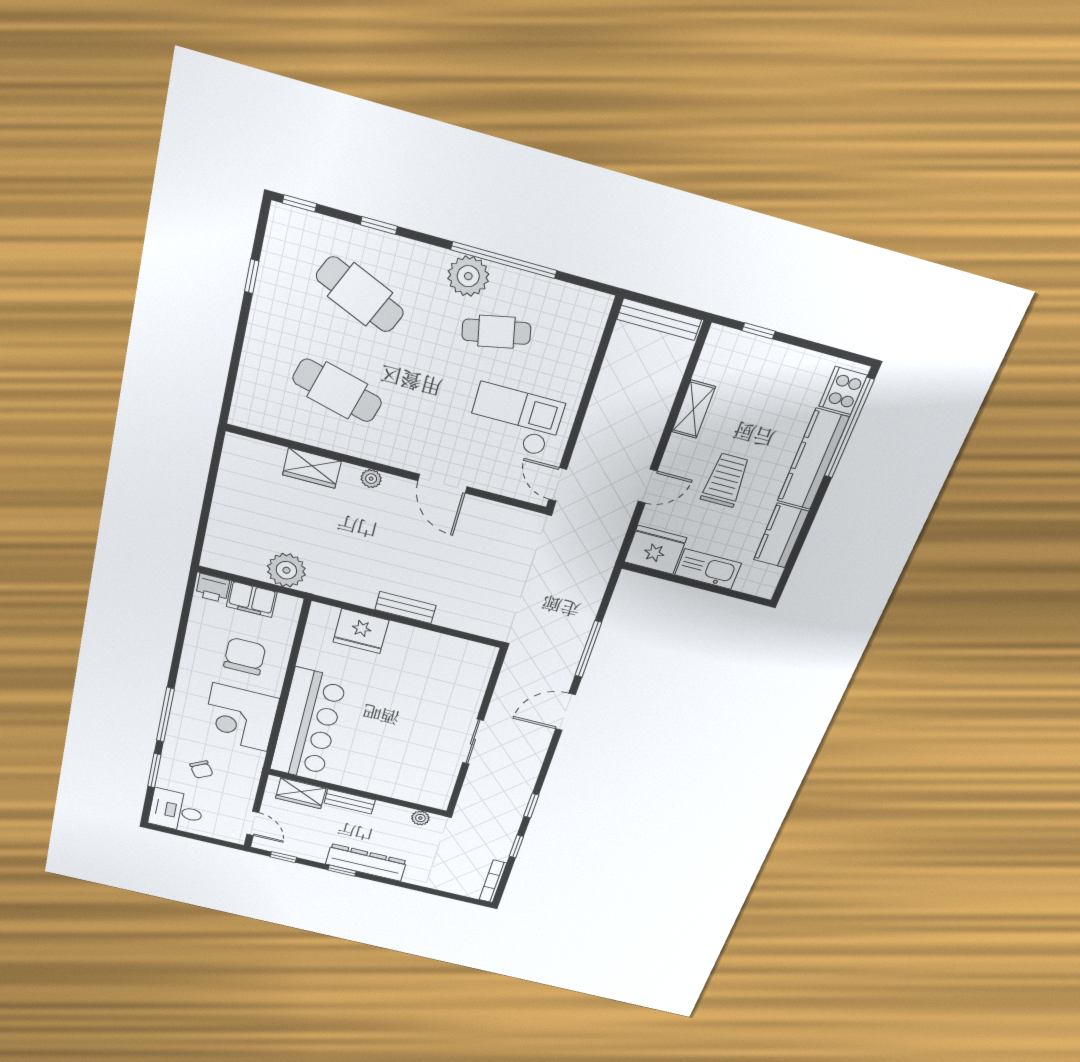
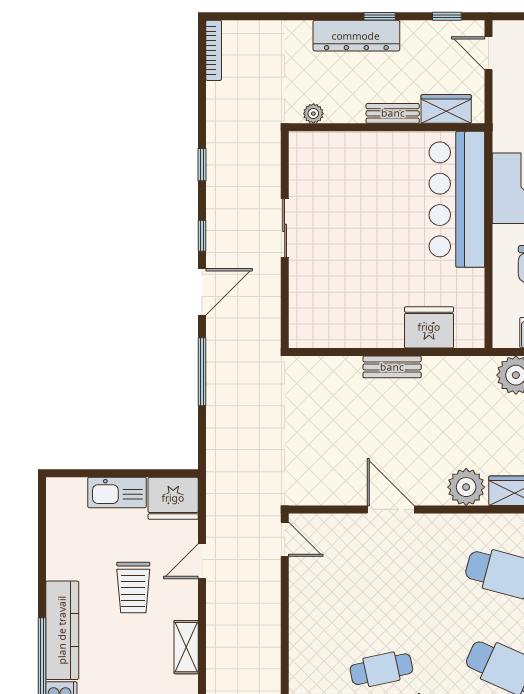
checkout: (515, 420) -> (342, 592), removed
plant: (371, 479) -> (466, 487), width x1.88, depth x1.88
kitchen counter: (781, 536) -> (62, 547), removed
window: (516, 846) -> (202, 236), moved

